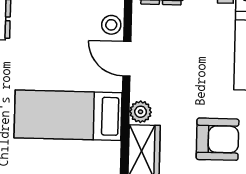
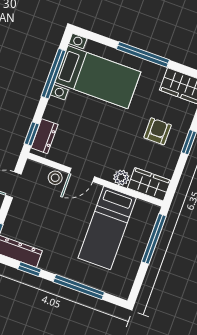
armchair: (218, 139) -> (158, 131), width x0.72, depth x0.72

